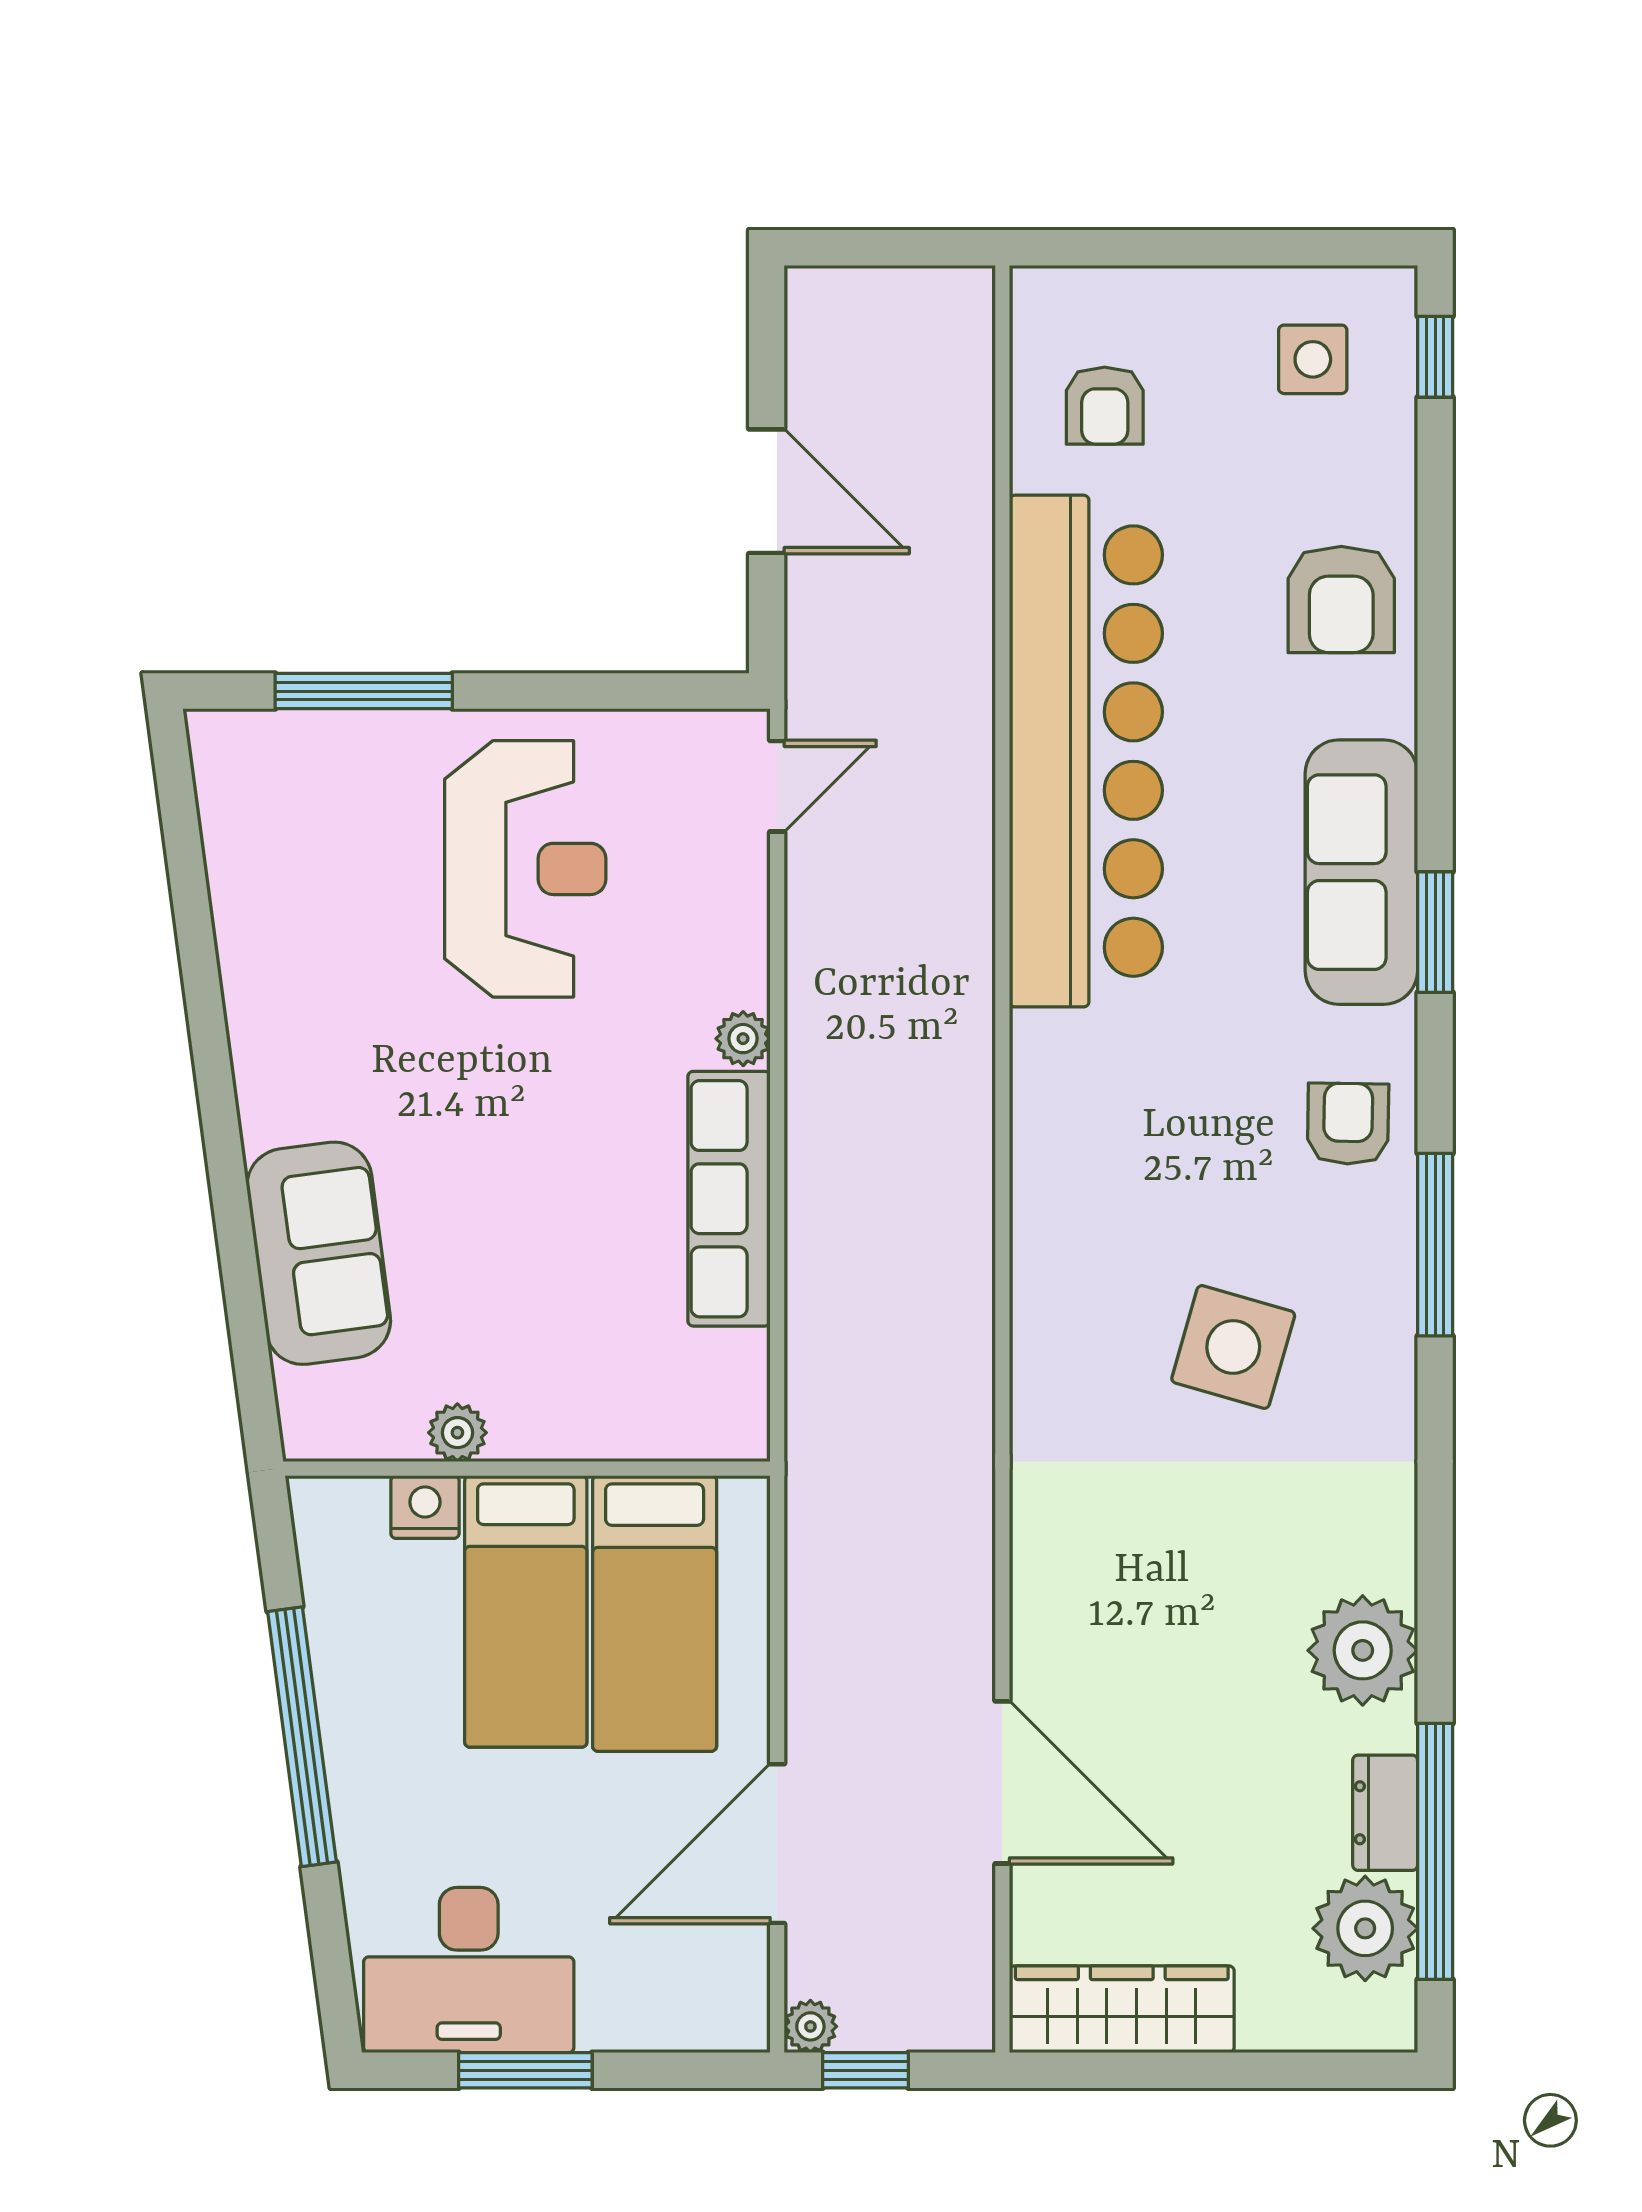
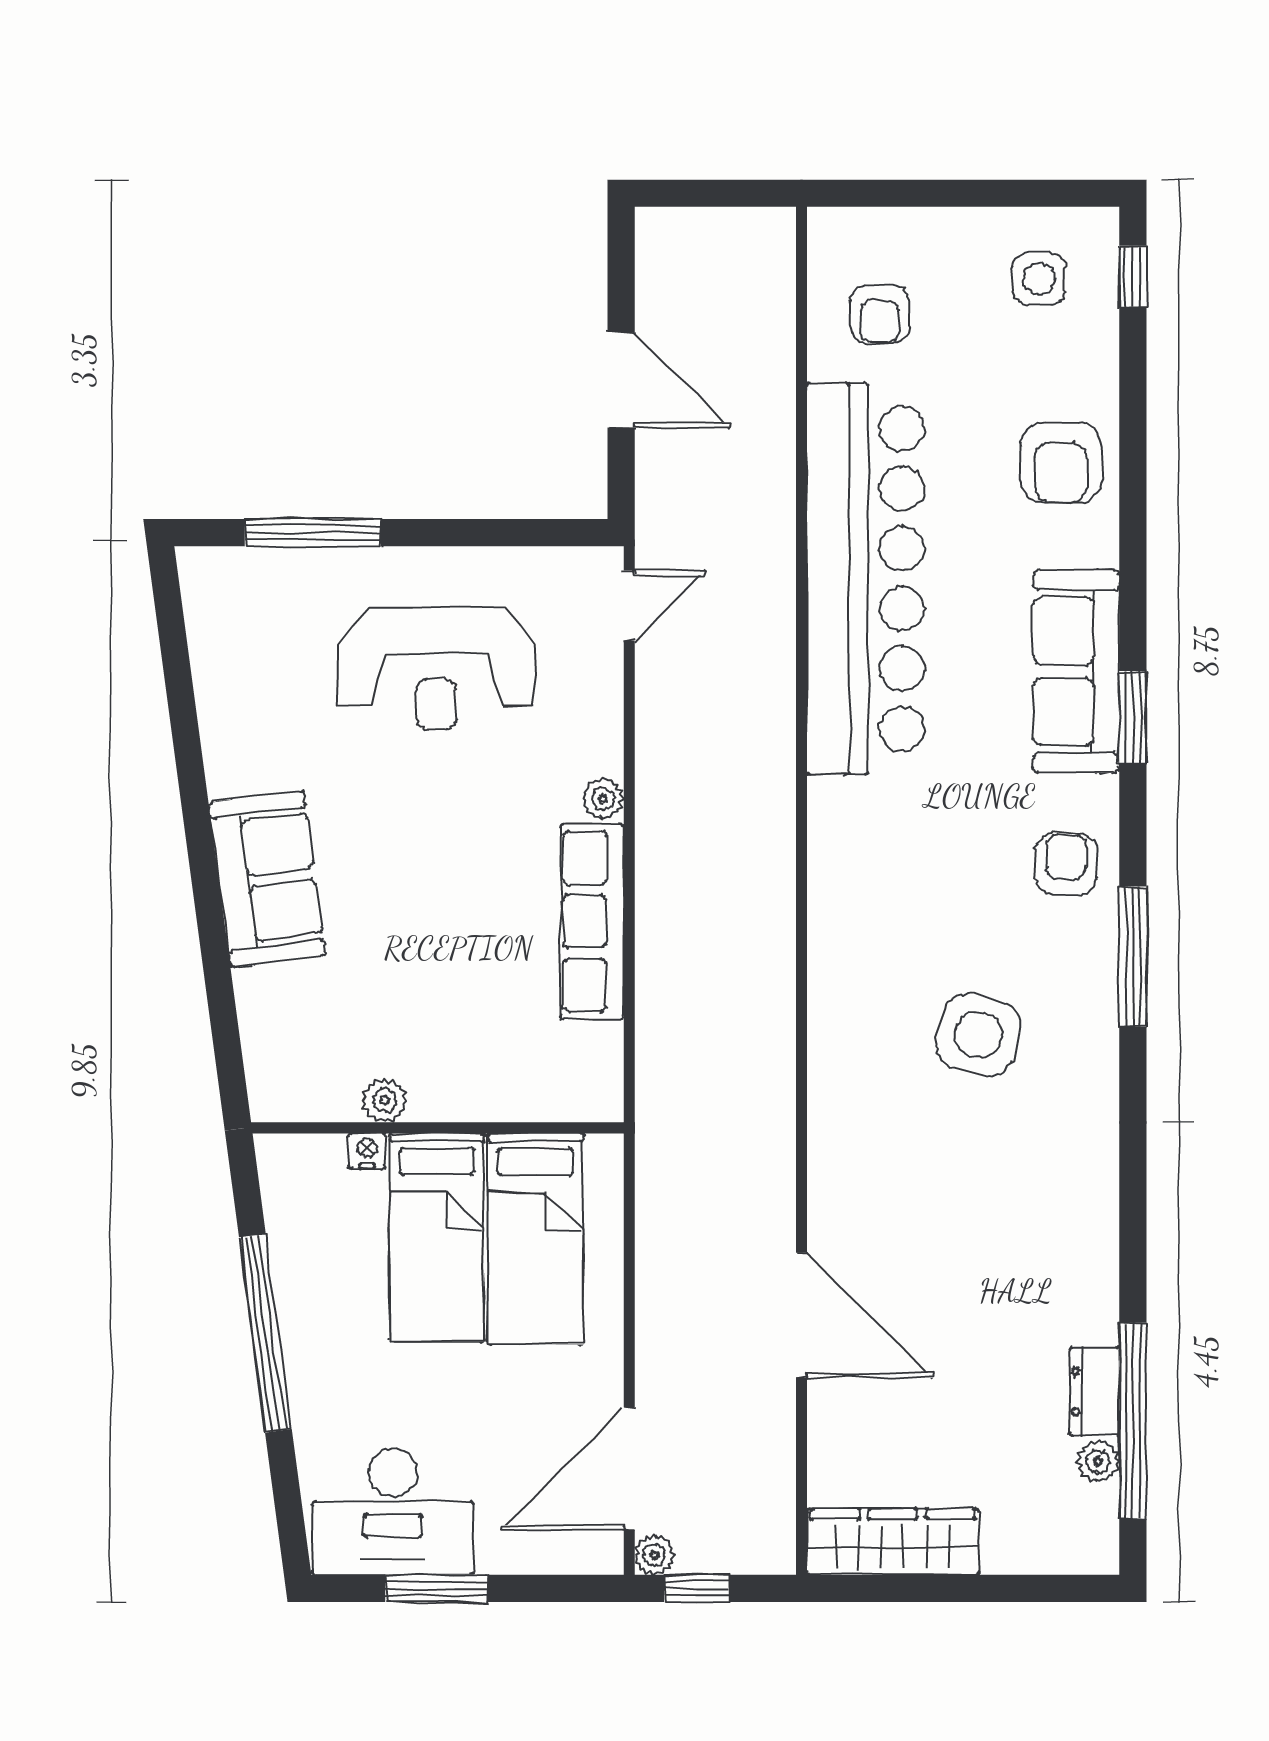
reception desk: (525, 869) -> (436, 669), turned 90
sofa: (319, 1253) -> (267, 879), moved
nightstand: (425, 1507) -> (367, 1151), width x0.72, depth x0.74
plant: (1363, 1650) -> (1077, 1267), removed
door: (1002, 1782) -> (802, 1315), moved
door: (777, 1844) -> (629, 1469), moved
plant: (1365, 1928) -> (1098, 1461), width x0.53, depth x0.53

